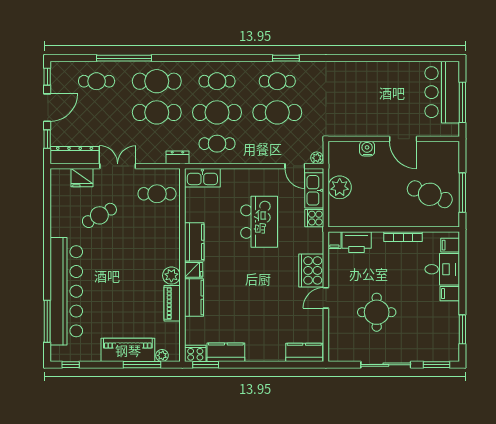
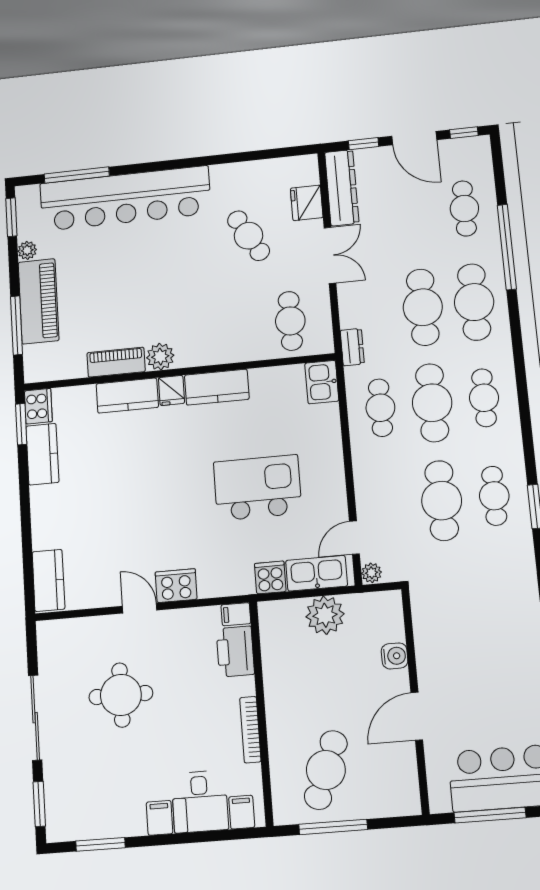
kitchen sink: (202, 178) -> (322, 382), width x0.73
kitchen island: (259, 222) -> (258, 488), turned 180
cooker: (311, 270) -> (176, 586), width x0.73, depth x0.76
plant: (162, 355) -> (27, 250), moved
window: (71, 365) -> (11, 217), width x1.50

